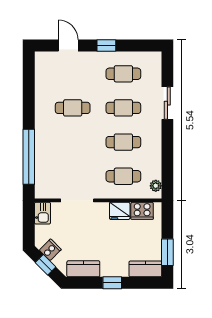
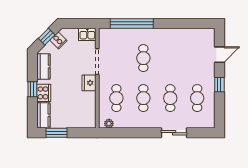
cafe table: (73, 108) -> (143, 58), moved
fridge: (120, 211) -> (89, 83), moved
cooker: (142, 211) -> (44, 93), moved, turned 180

